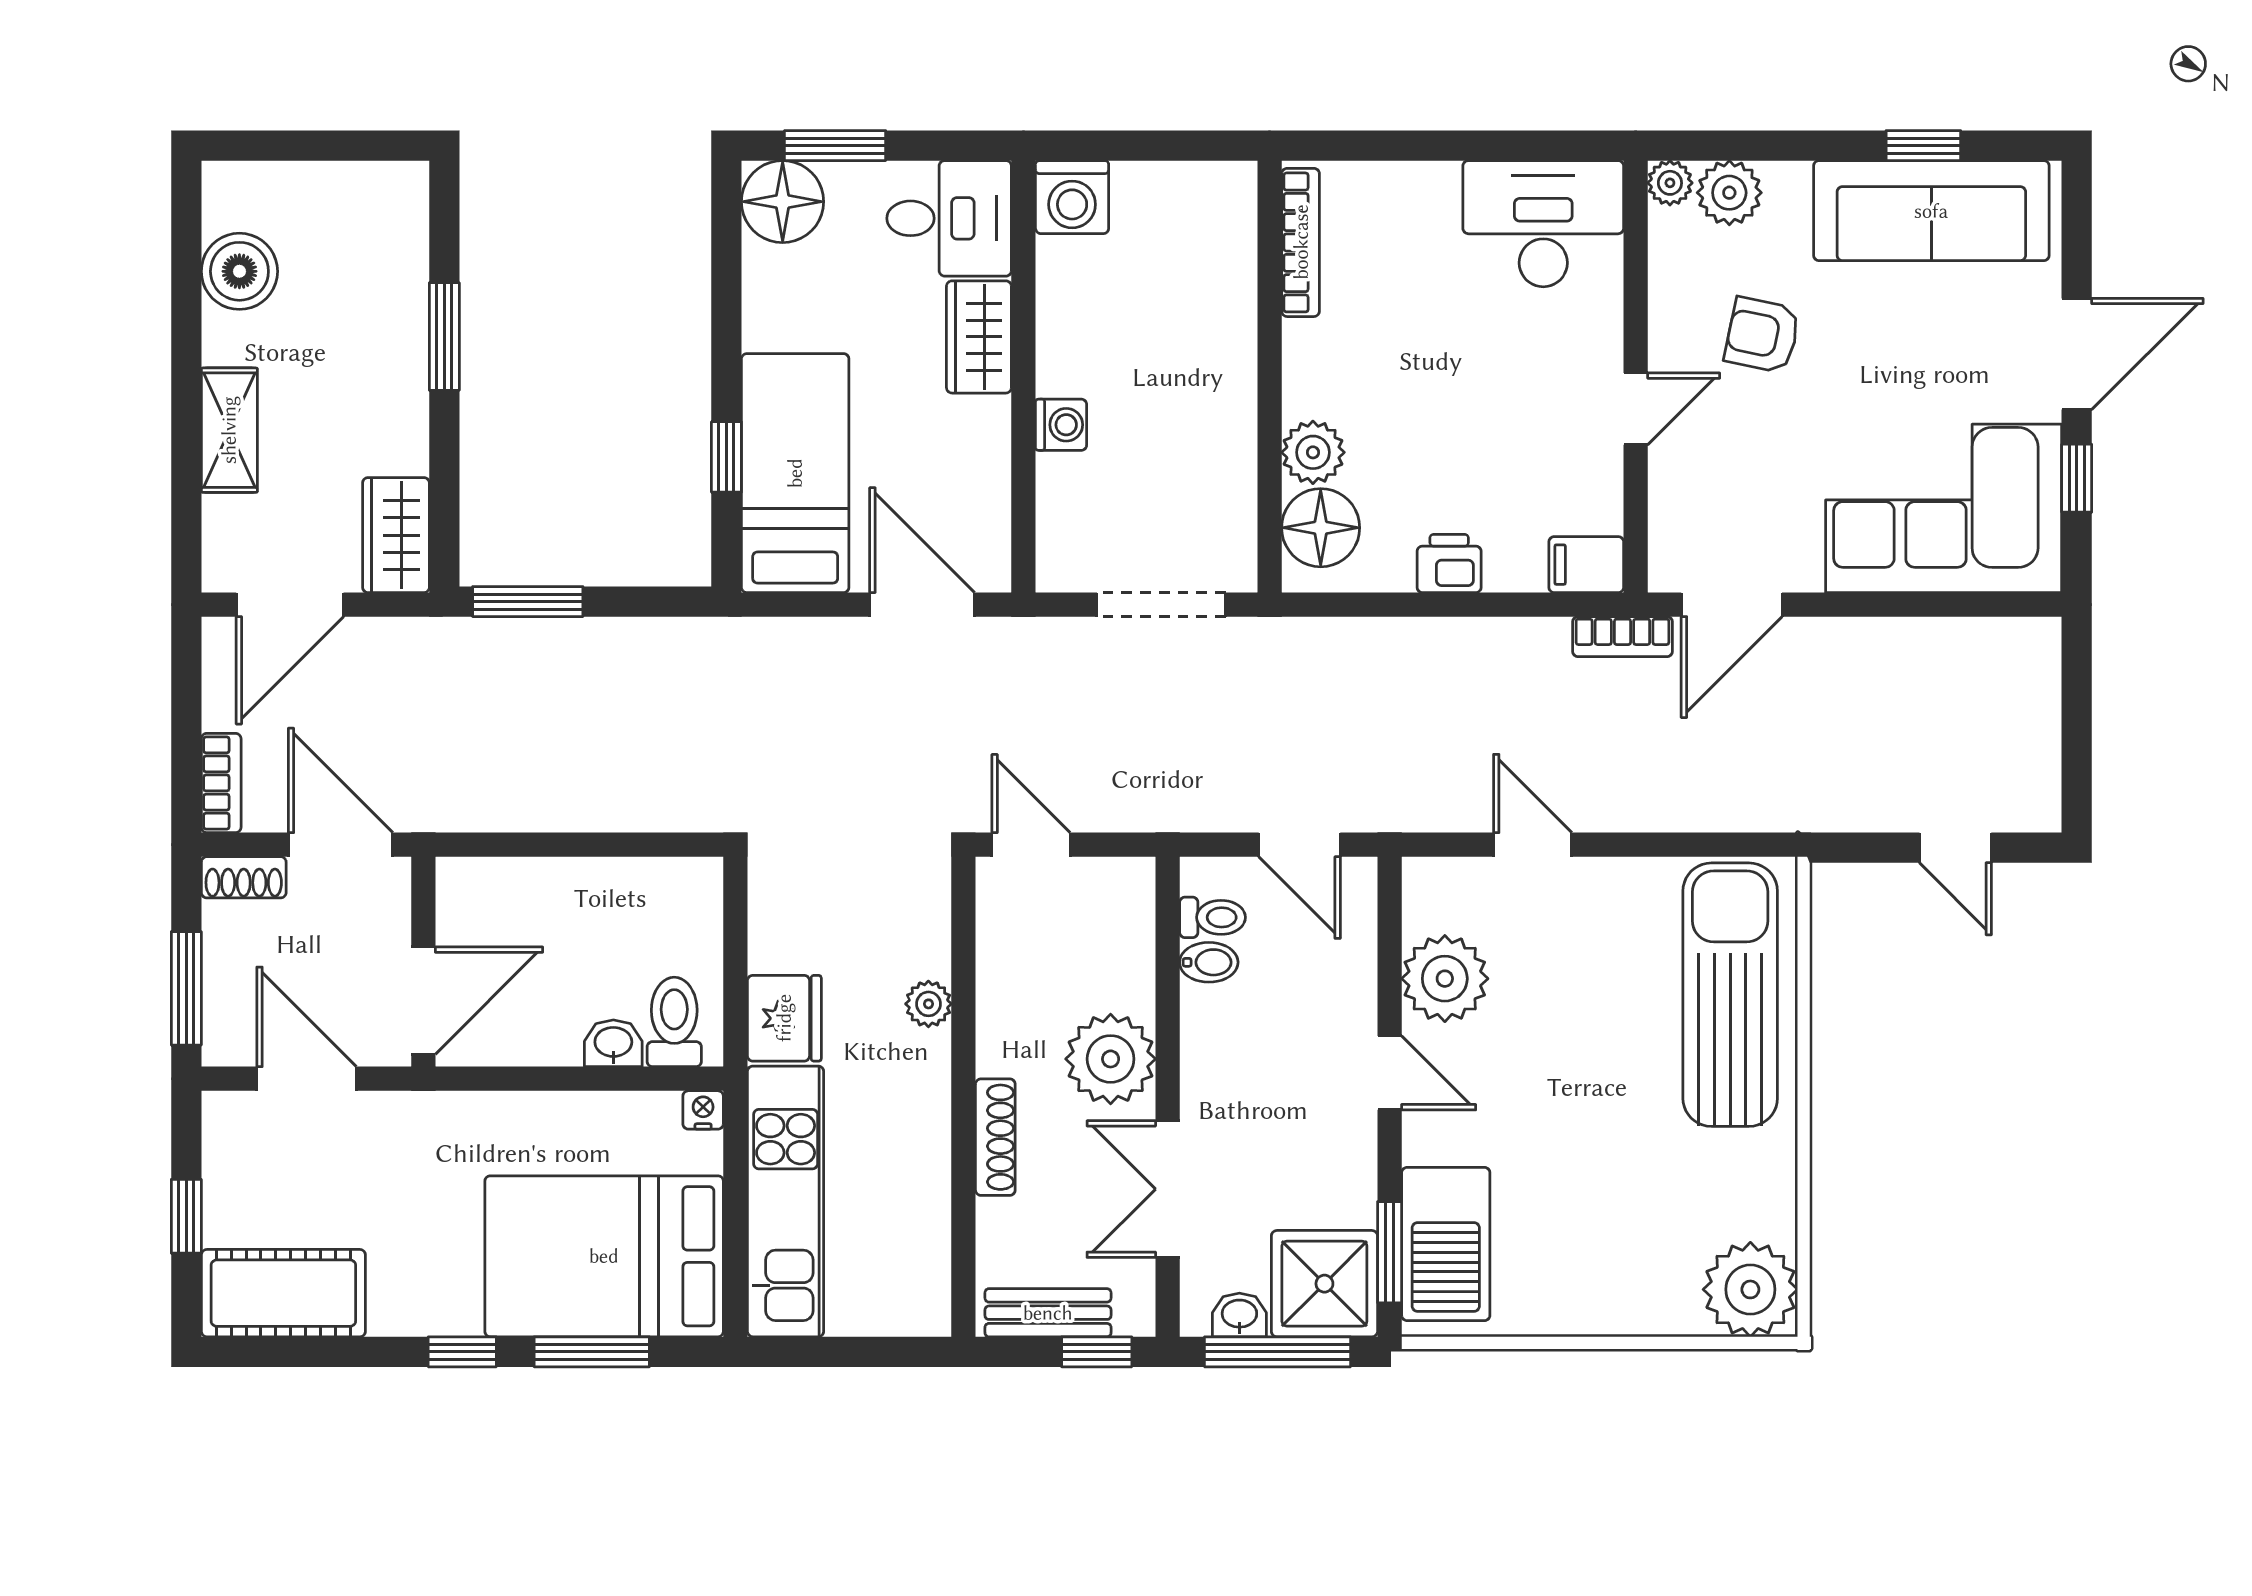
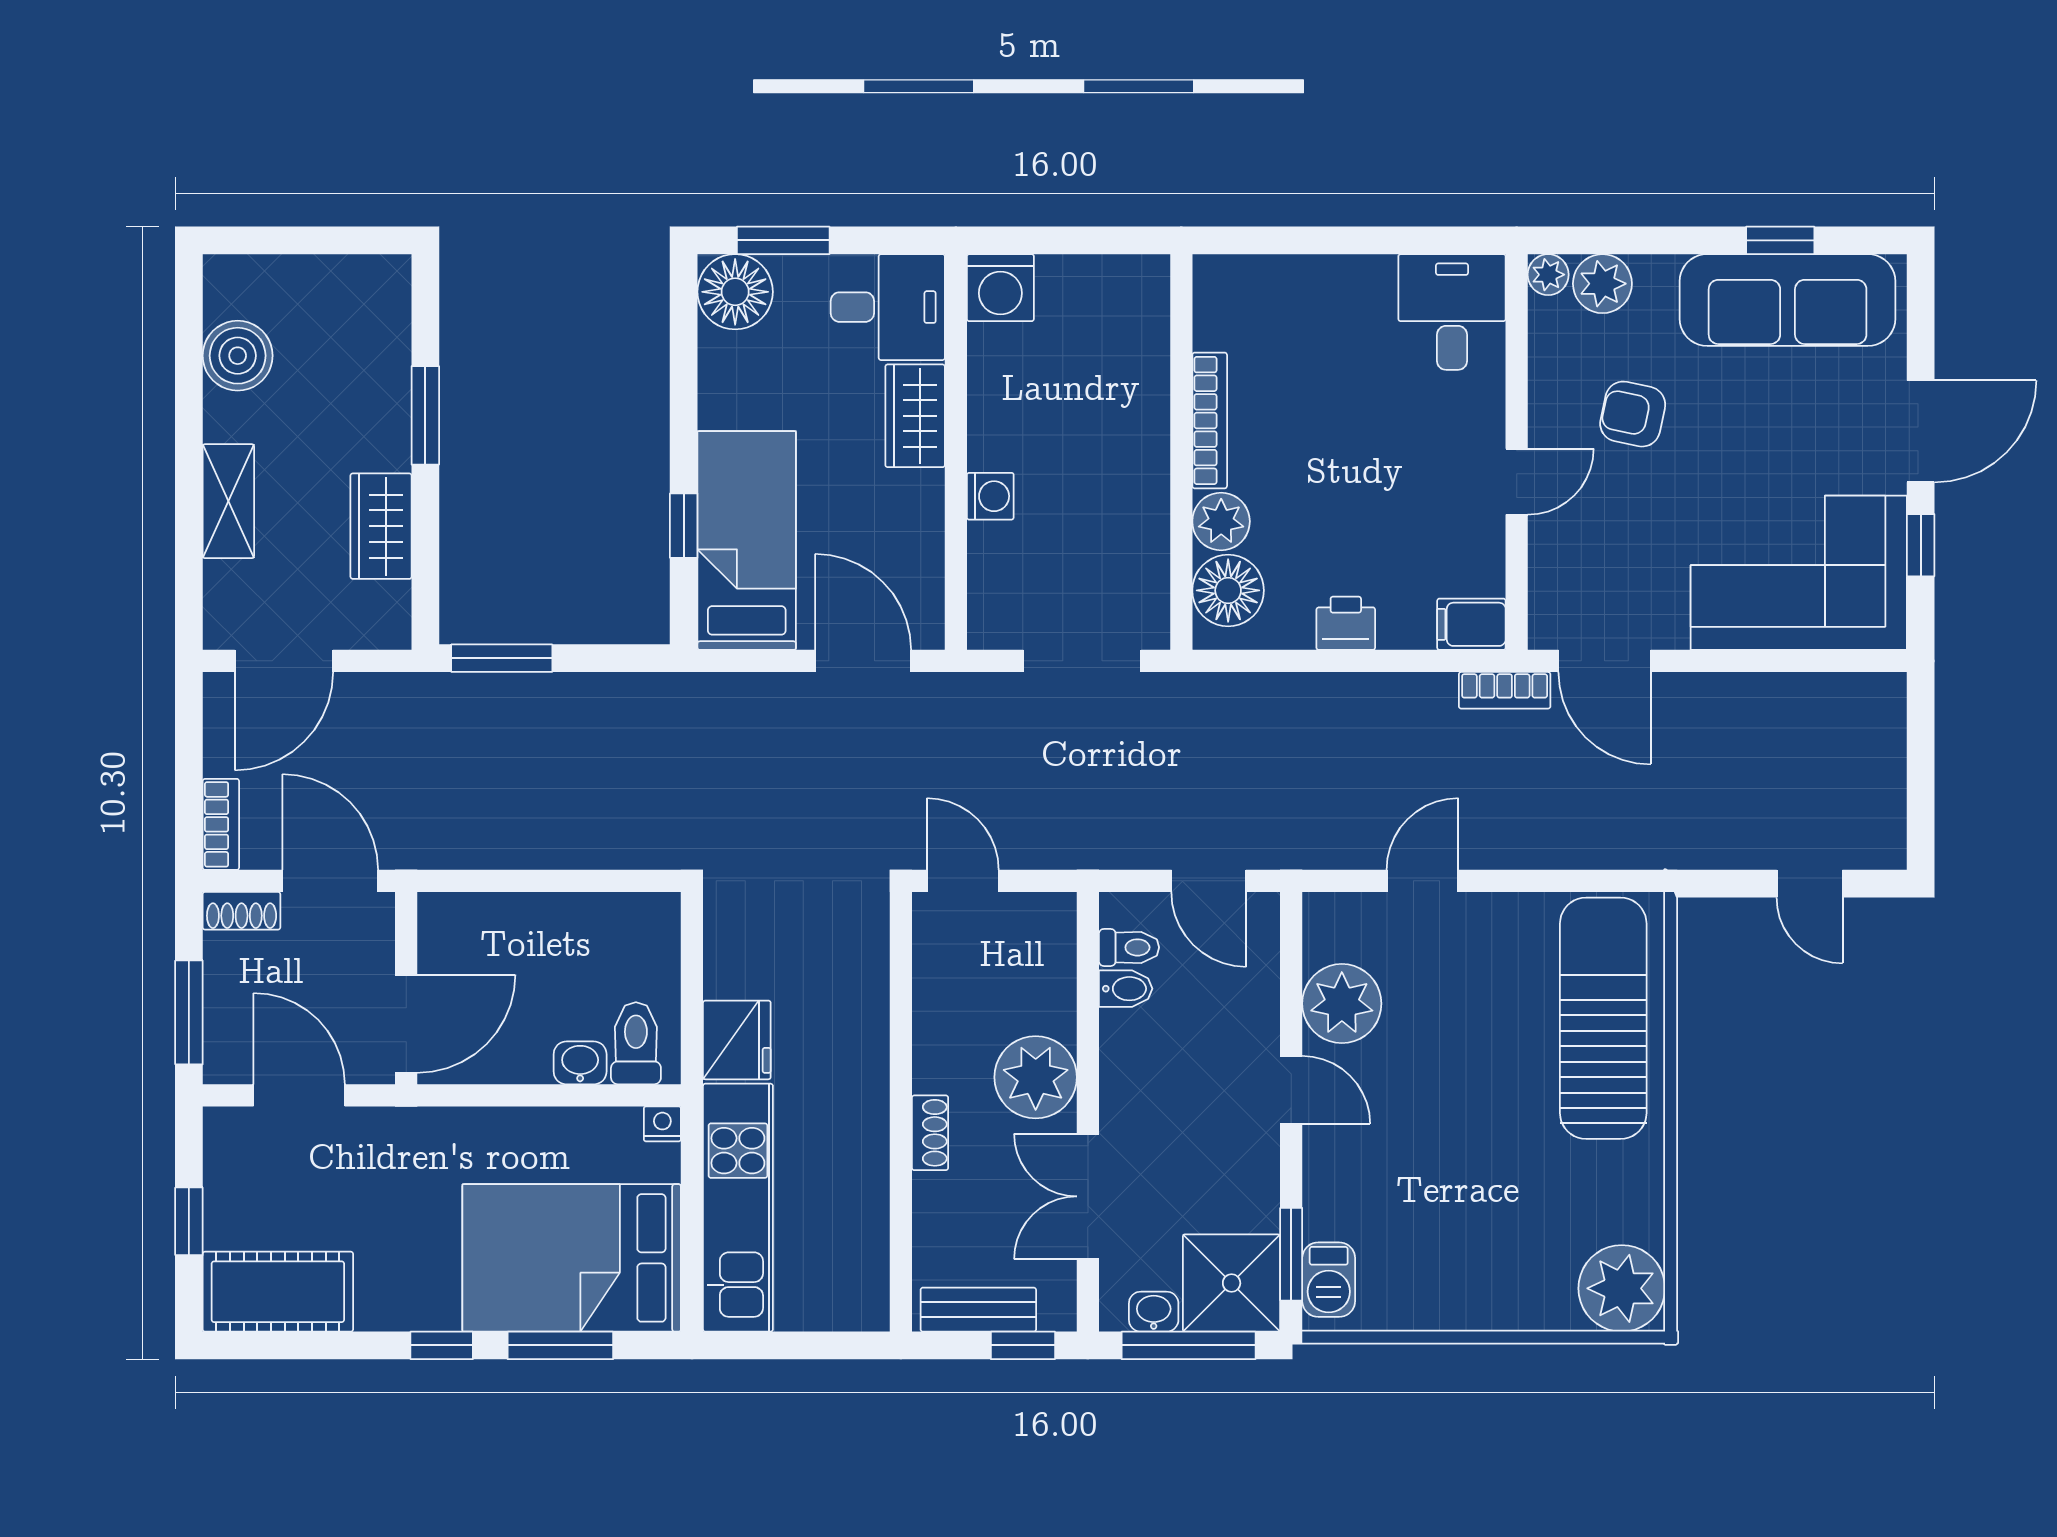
desk: (1543, 224) -> (1452, 312), width x0.73
bookcase: (1301, 242) -> (1210, 420), moved
wardrobe: (396, 535) -> (381, 526), moved
door: (1732, 605) -> (1605, 661), hinge flipped
door: (1533, 845) -> (1422, 881), hinge flipped
plant: (928, 1004) -> (869, 1027), removed
shoe rack: (995, 1137) -> (930, 1133), width x0.70
barbecue: (1446, 1244) -> (1329, 1280), width x0.53, depth x0.65

